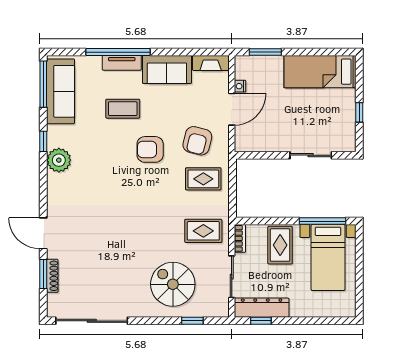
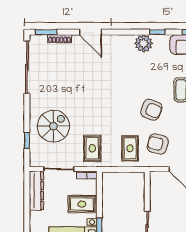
armchair: (150, 149) -> (151, 110), turned 111
door: (43, 233) -> (90, 32), swing flipped
window: (43, 274) -> (46, 32), moved
window: (261, 321) -> (27, 190), removed

